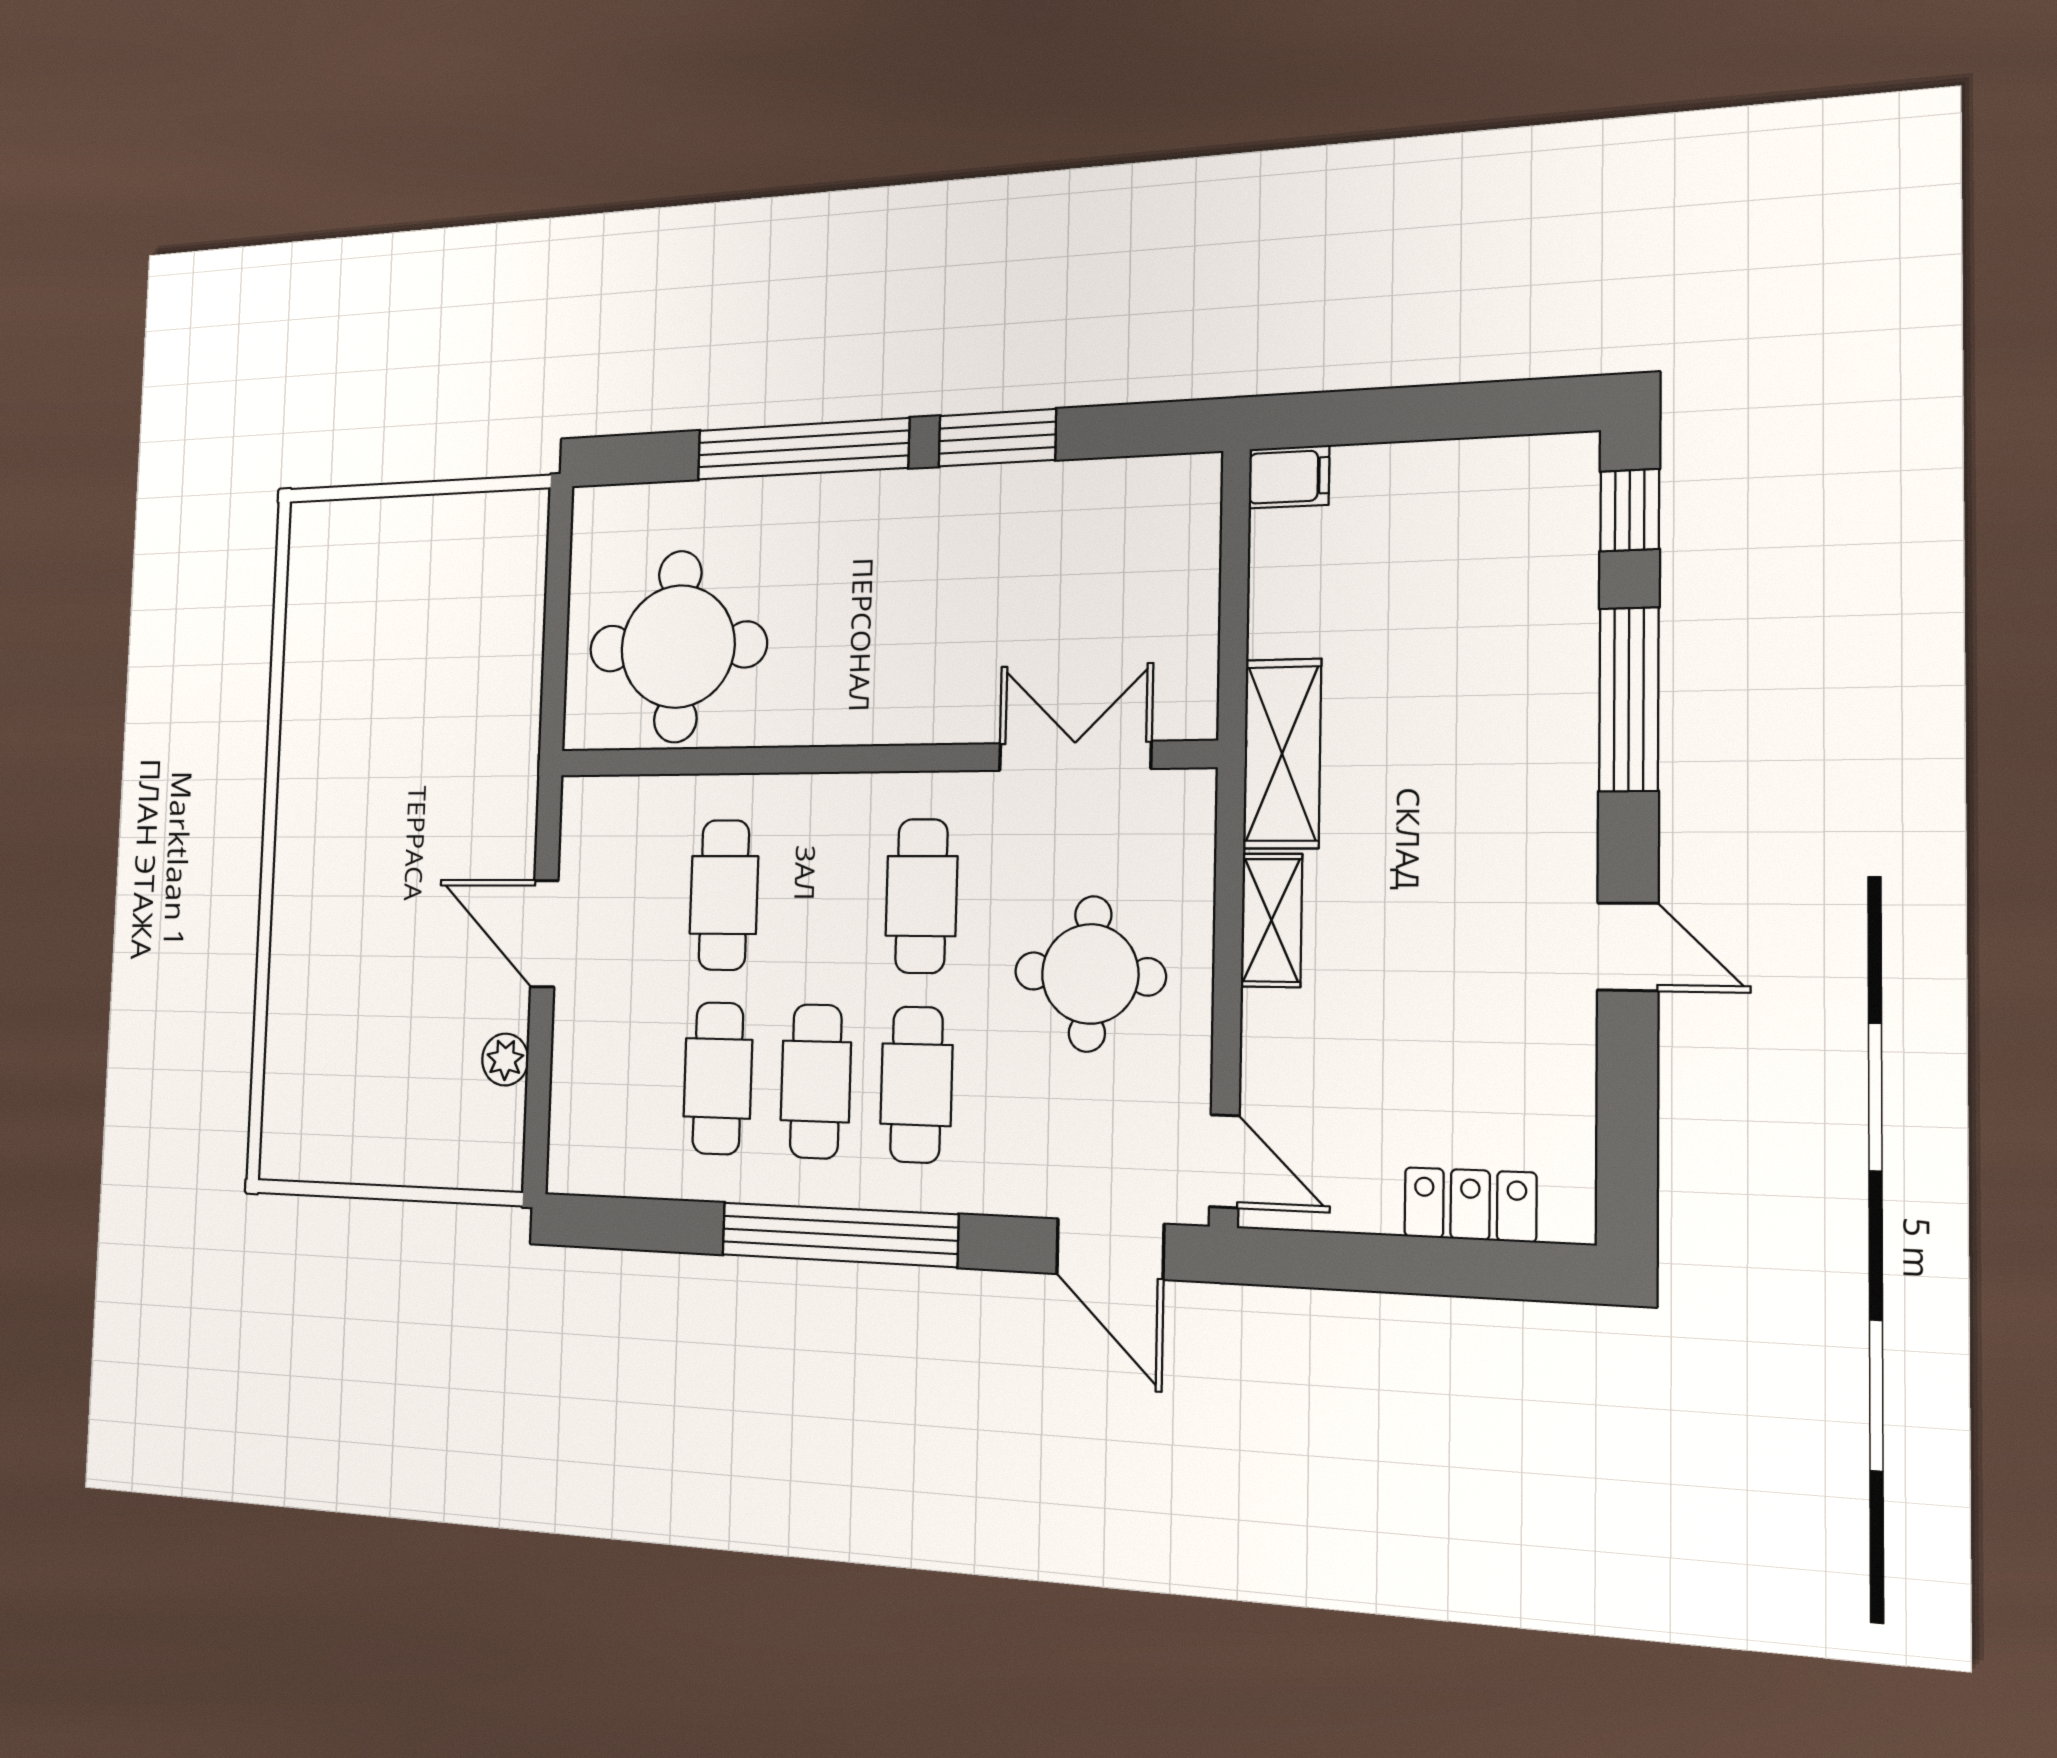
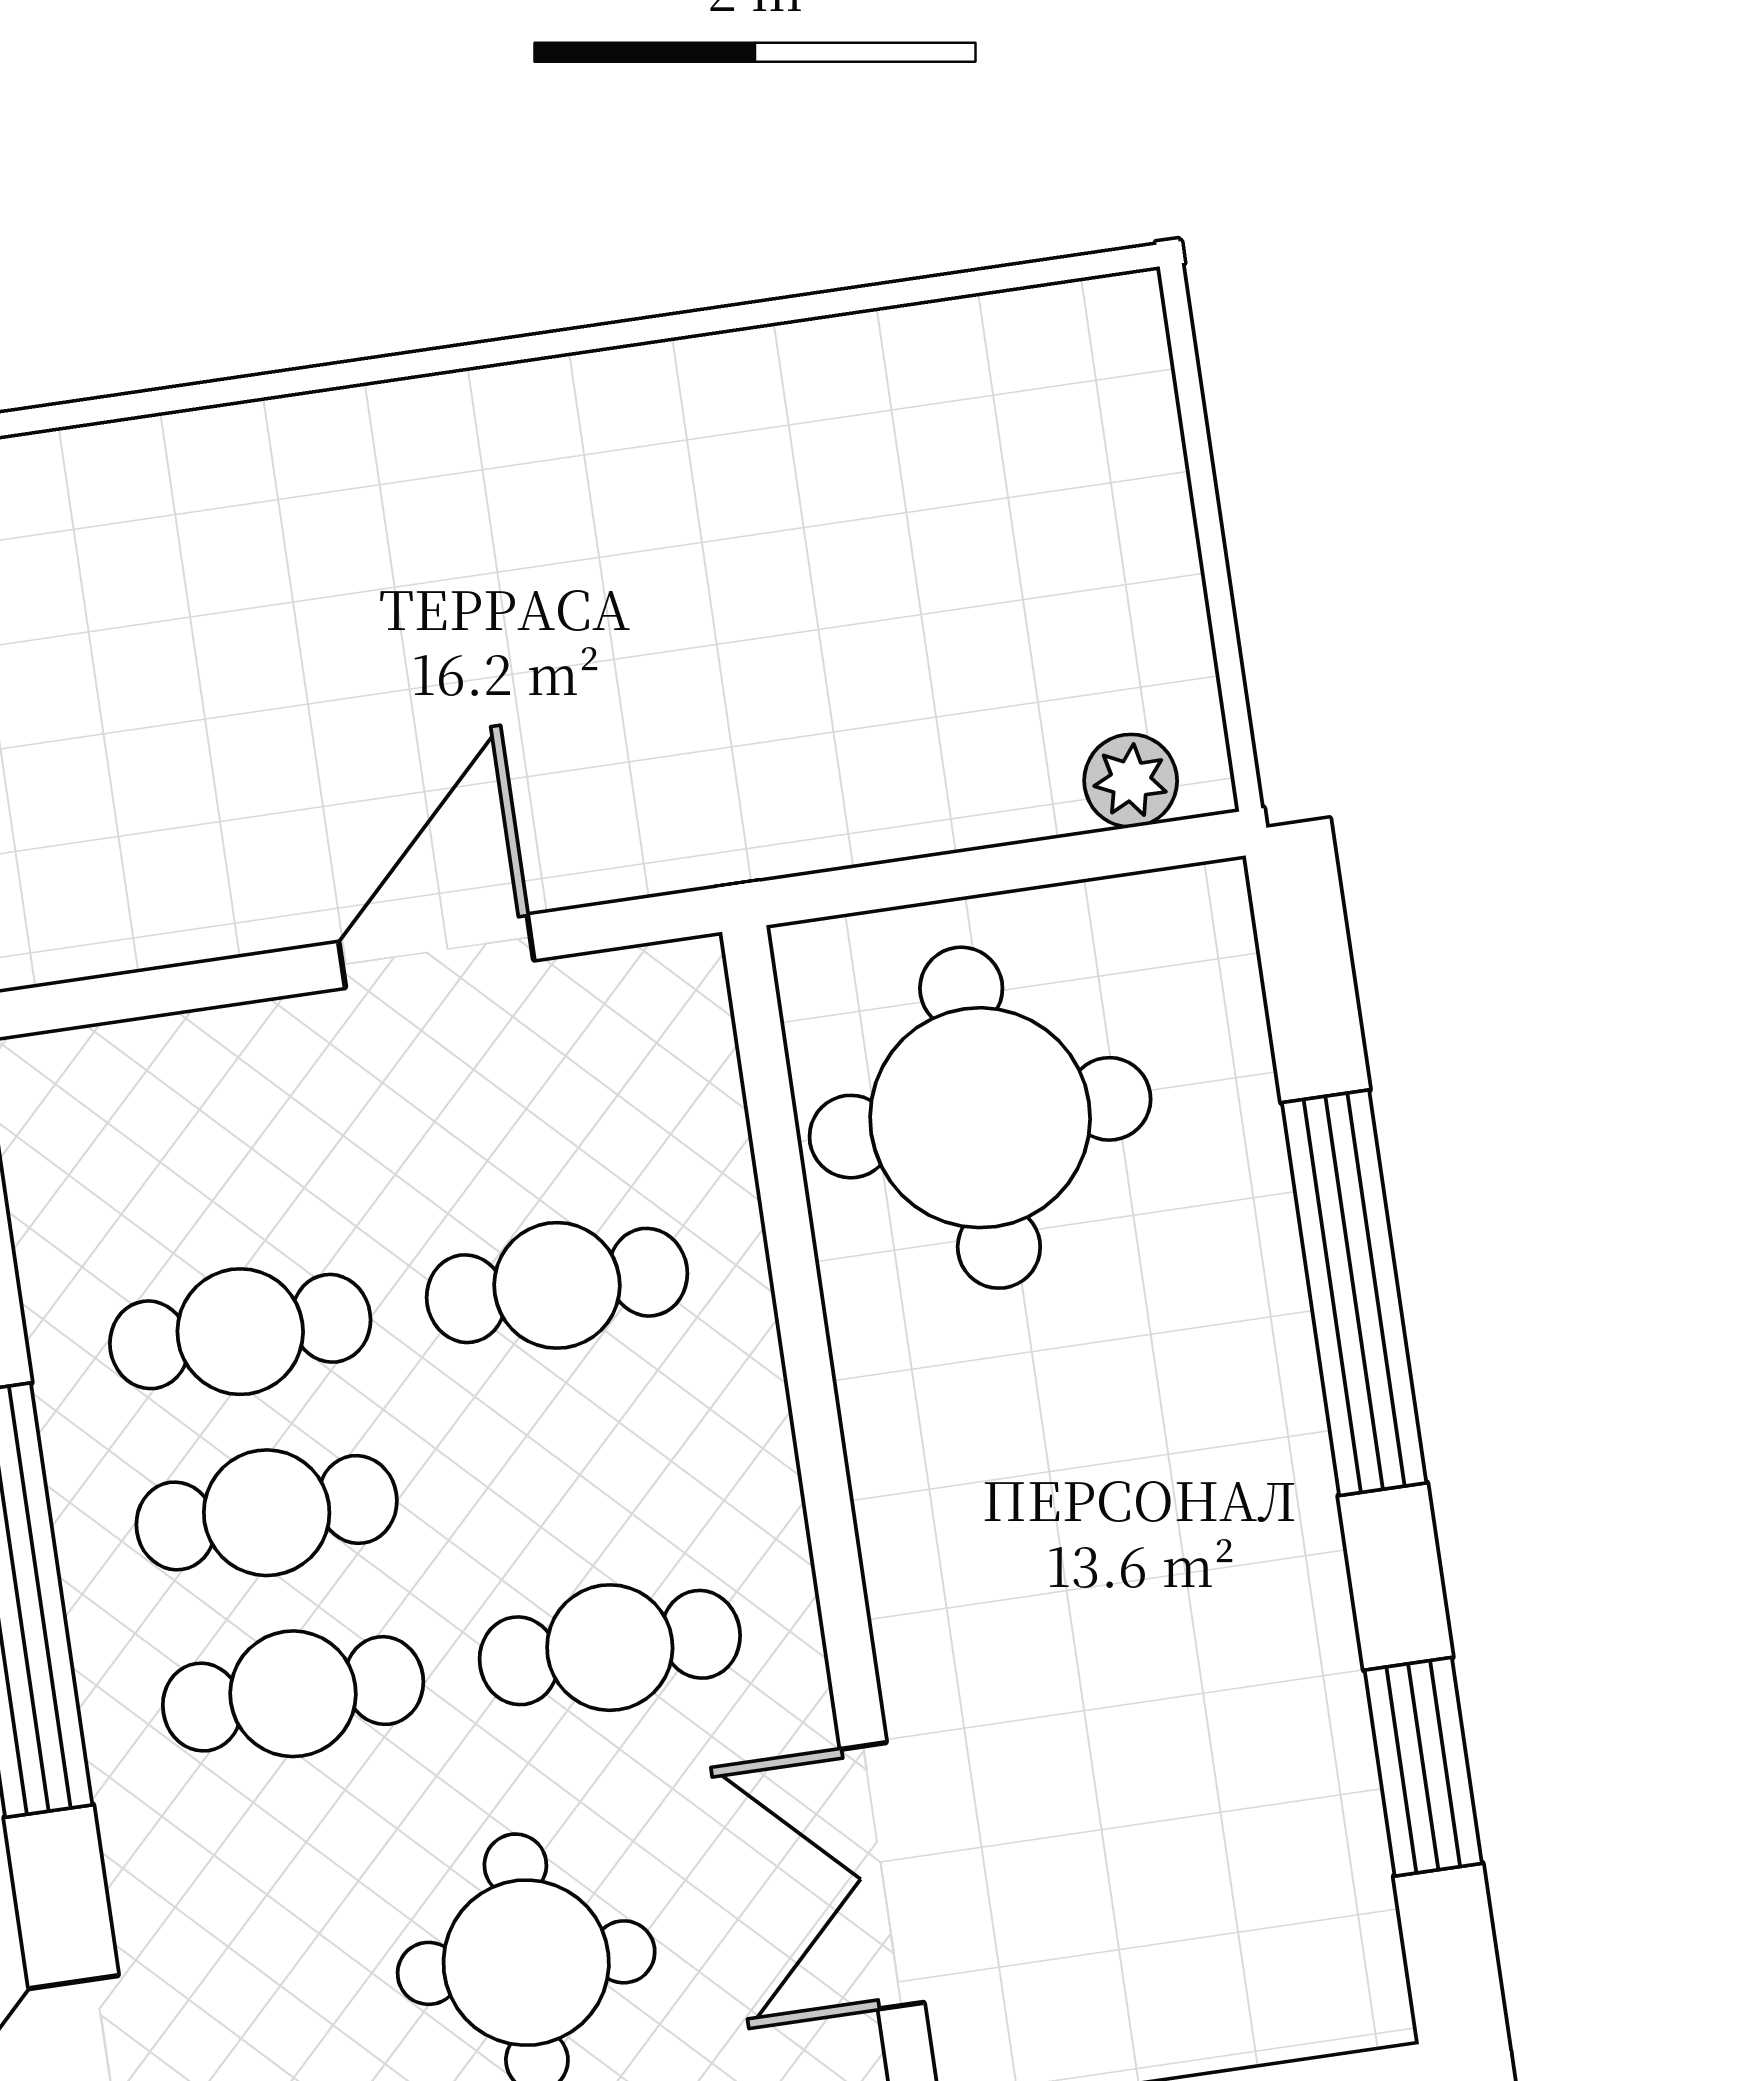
window: (997, 438) -> (1423, 1767), moved
double door: (1075, 756) -> (882, 1876), swing flipped
plant: (505, 1060) -> (1131, 781), moved

